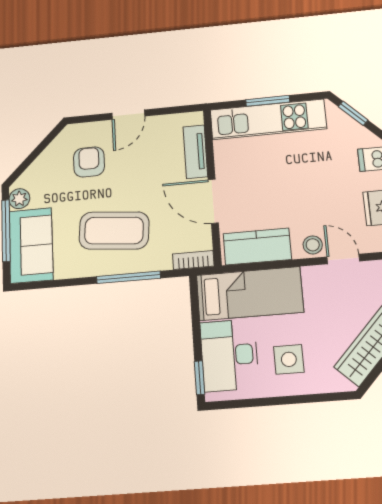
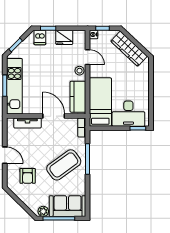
armchair: (89, 162) -> (28, 176), turned -90
door: (213, 201) -> (54, 116), swing flipped
coffee table: (114, 231) -> (64, 165), turned 49
door: (343, 259) -> (88, 57), swing flipped
side table: (289, 359) -> (133, 87), removed

